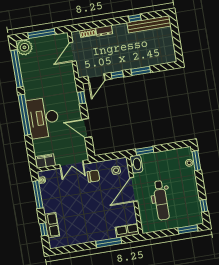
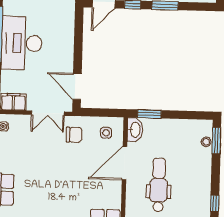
window: (82, 98) -> (79, 26), removed
door: (87, 128) -> (77, 86), moved
dental chair: (161, 200) -> (159, 185), turned 180

